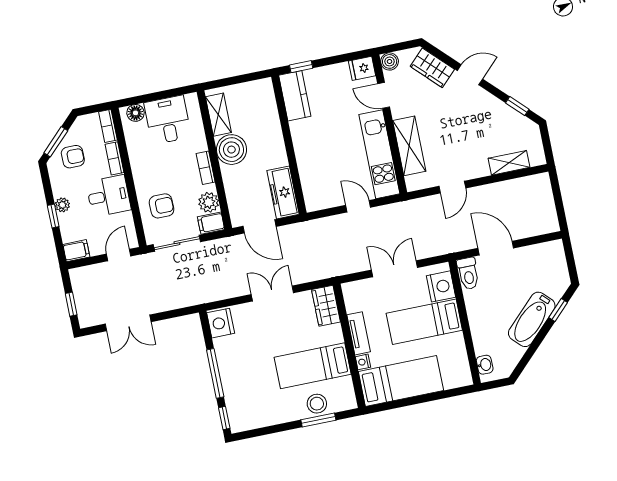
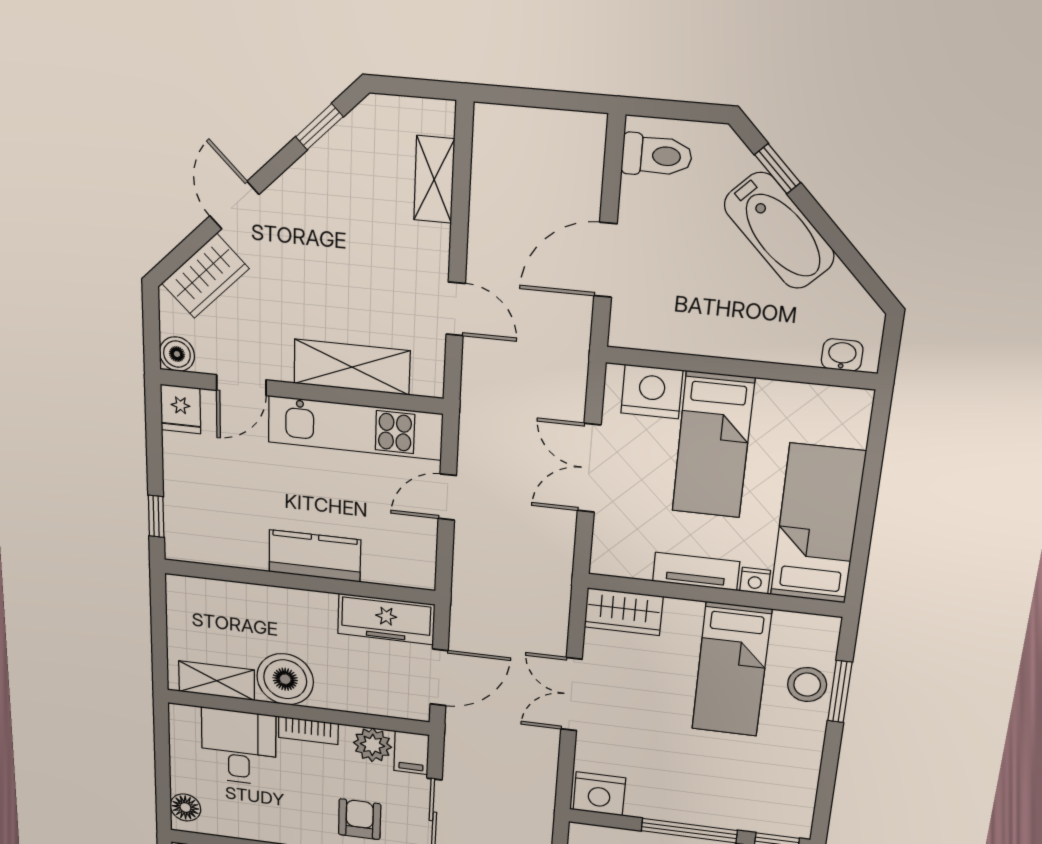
kitchen counter: (295, 96) -> (315, 556), moved
desk: (168, 120) -> (239, 747), moved, turned 90
toilet: (468, 273) -> (657, 155), moved

